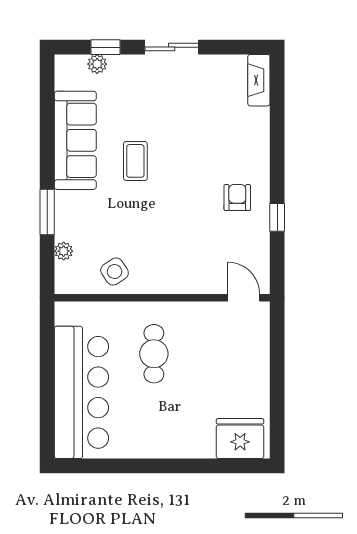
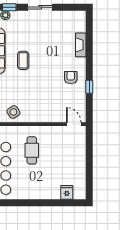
fireplace: (259, 80) -> (81, 45), moved
fridge: (240, 439) -> (67, 192), width x0.53, depth x0.75

